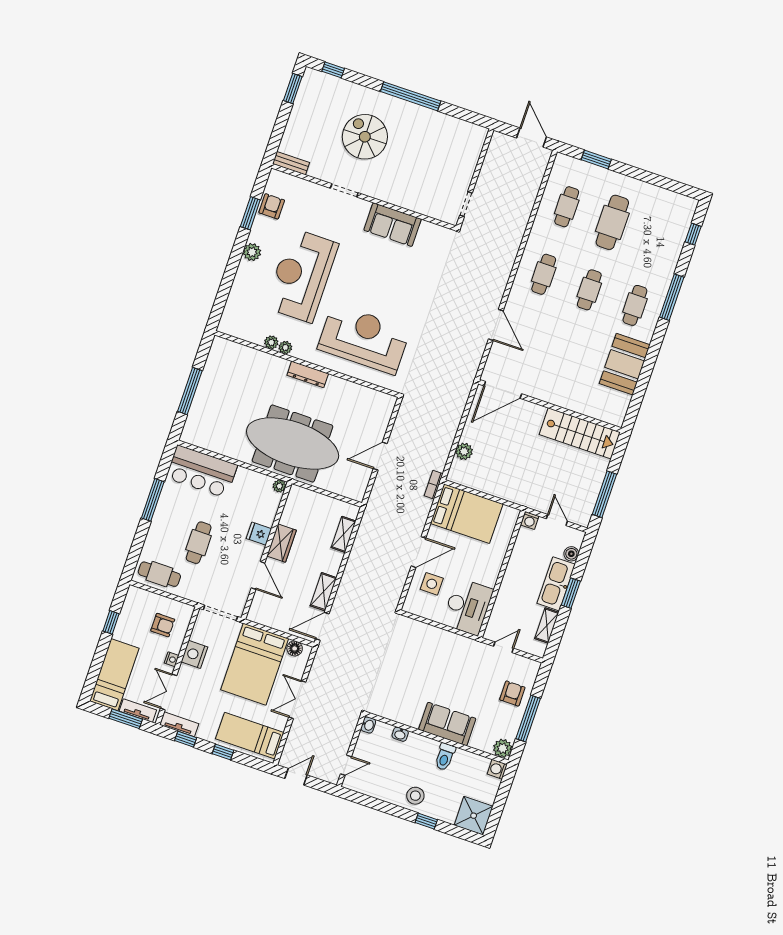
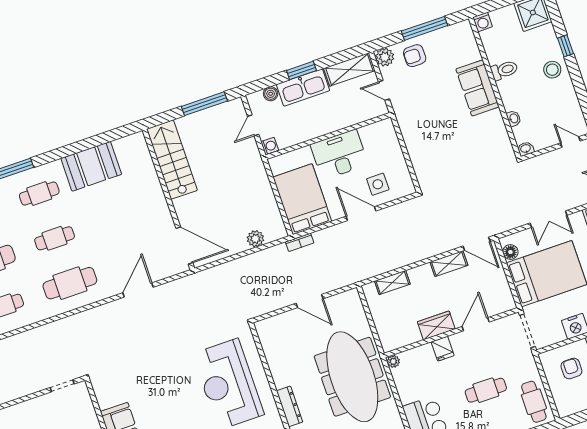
cafe table: (544, 274) -> (70, 283), width x1.37, depth x1.35
desk: (468, 607) -> (339, 155), moved
shelving: (547, 625) -> (349, 69), width x1.50, depth x1.33
plant: (503, 748) -> (385, 57), moved

